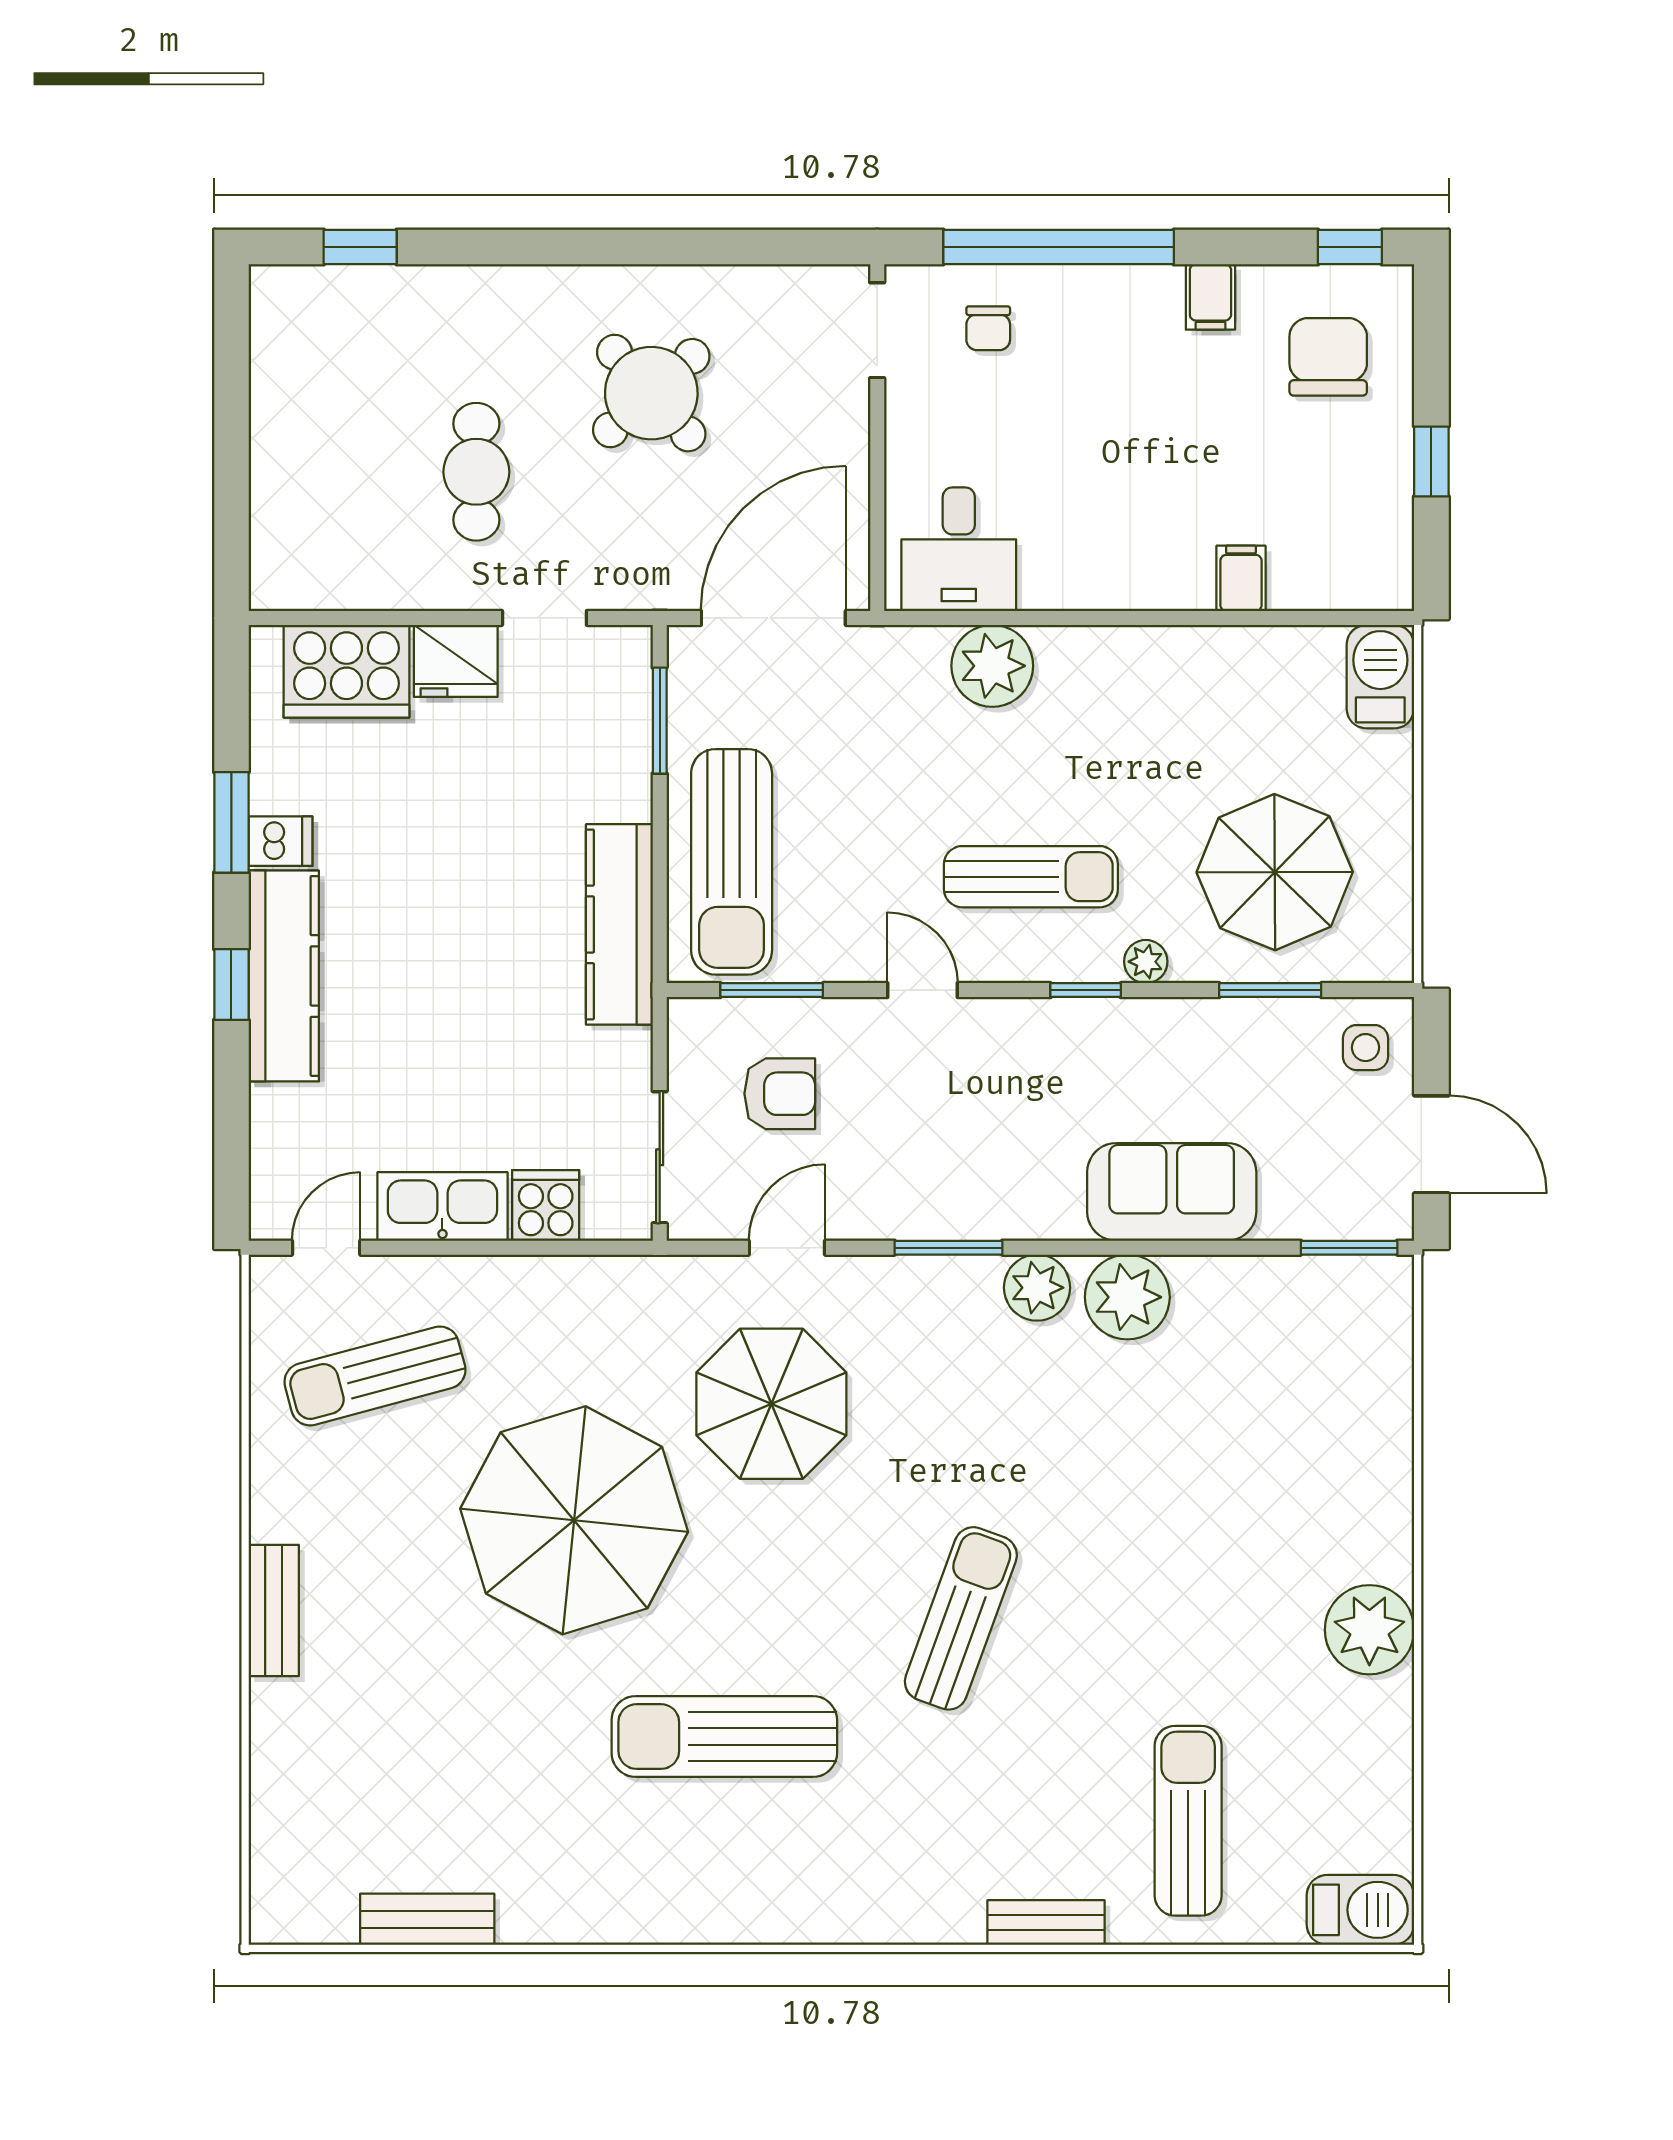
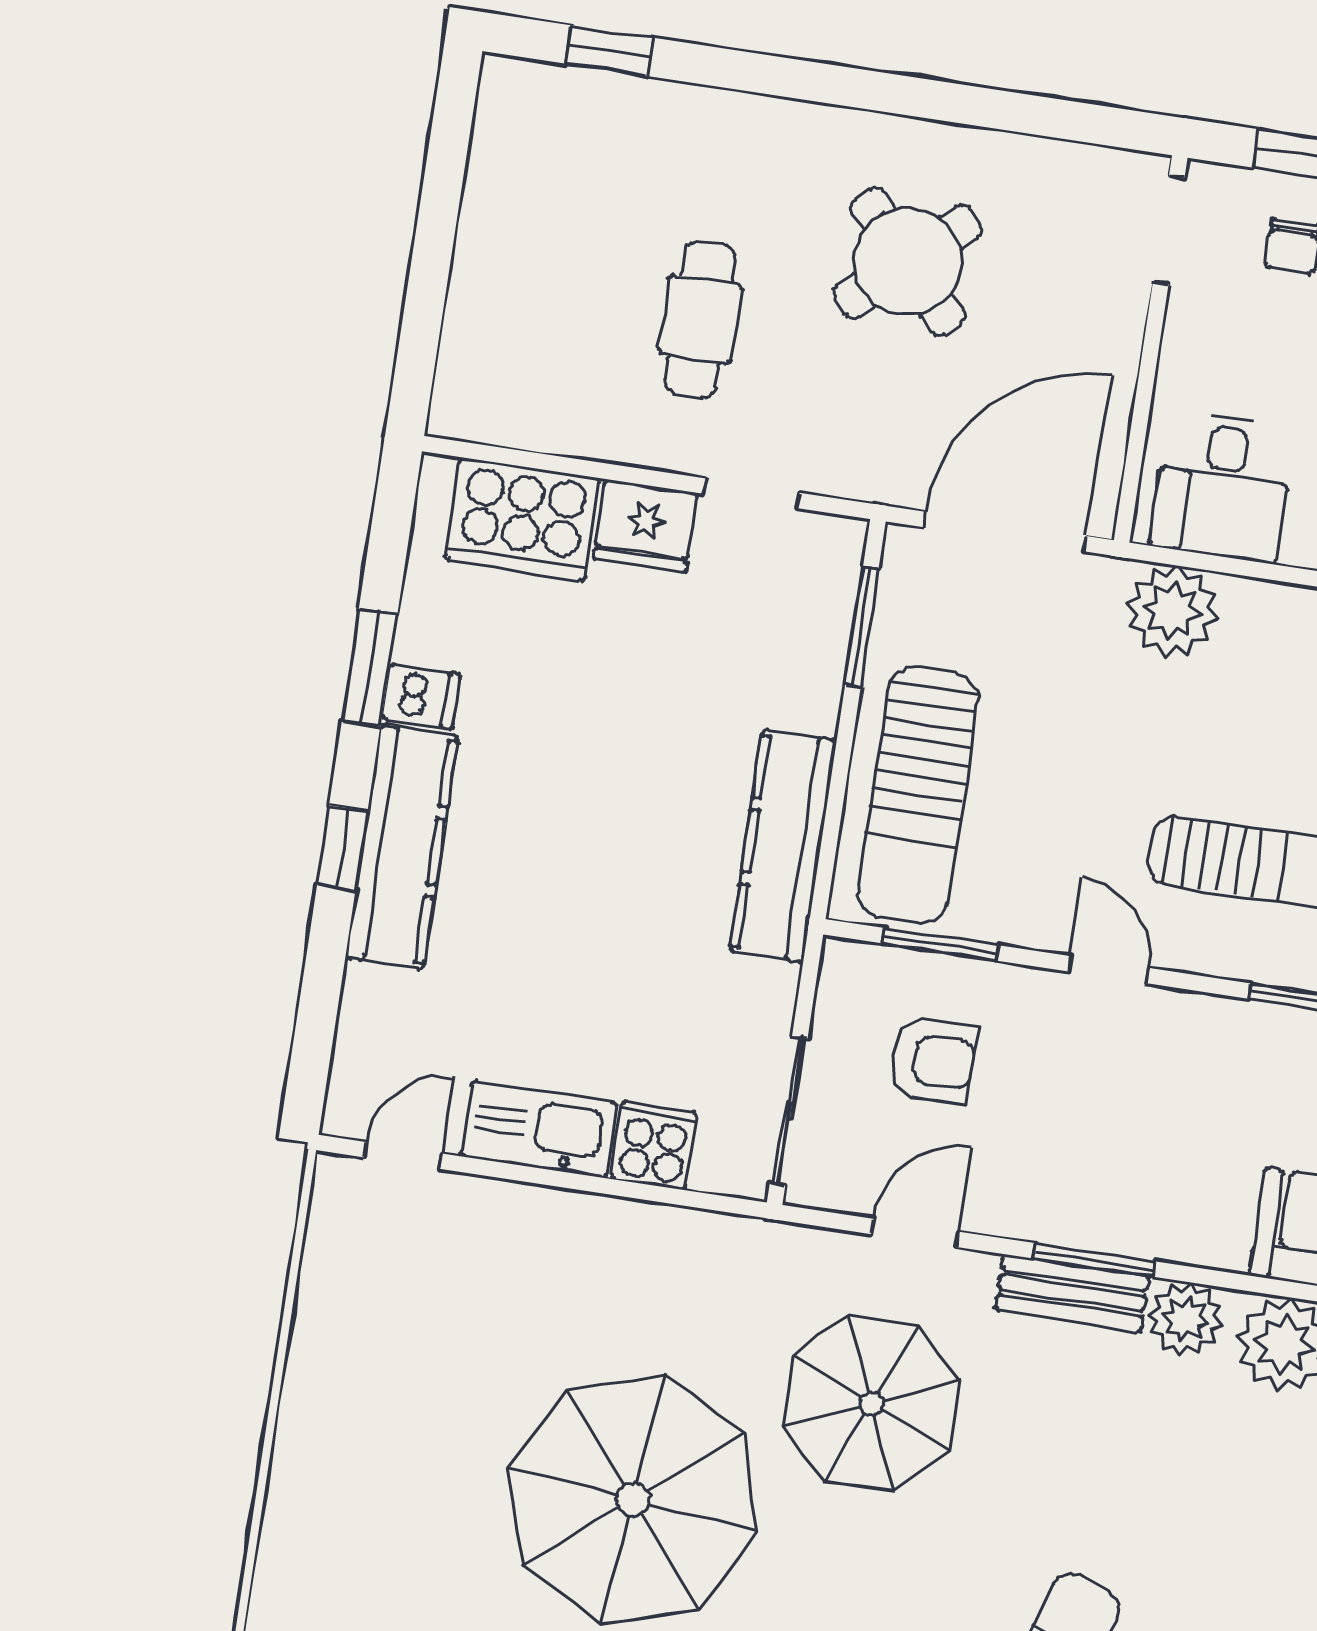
plant: (992, 666) -> (1172, 611), moved
sun lounger: (375, 1376) -> (436, 1306), removed
bench: (274, 1611) -> (1072, 1293), moved, turned 90

